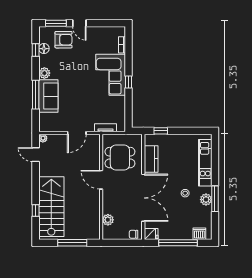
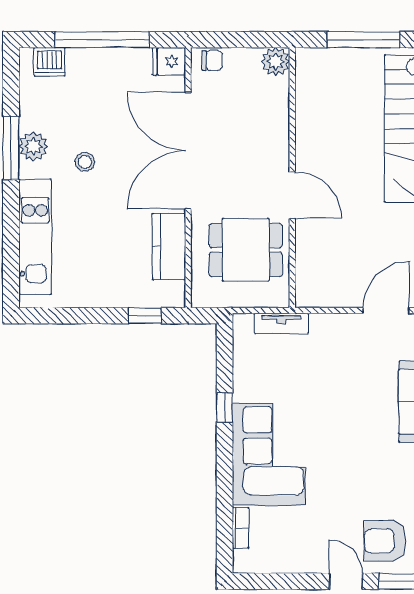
window: (128, 82) -> (225, 408), moved
door: (77, 133) -> (386, 310), moved
plant: (108, 220) -> (276, 62), moved

